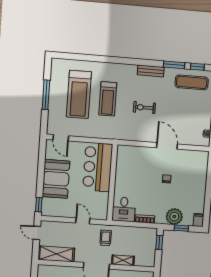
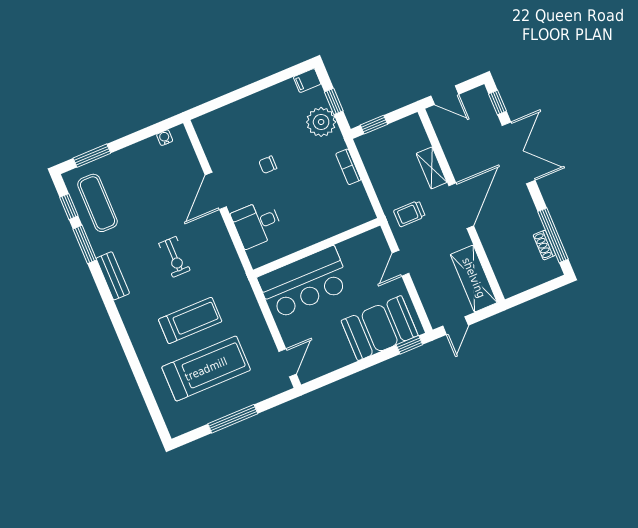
booth: (56, 179) -> (380, 328), moved
desk: (124, 209) -> (257, 224), moved, turned 180

